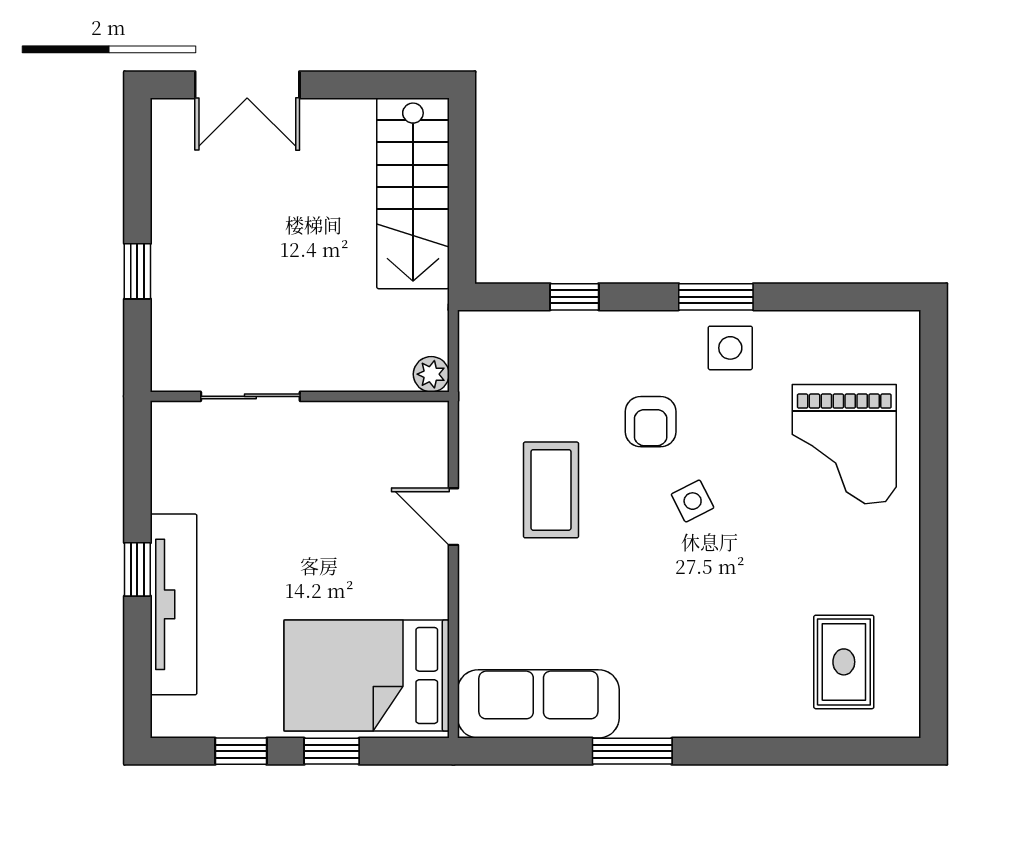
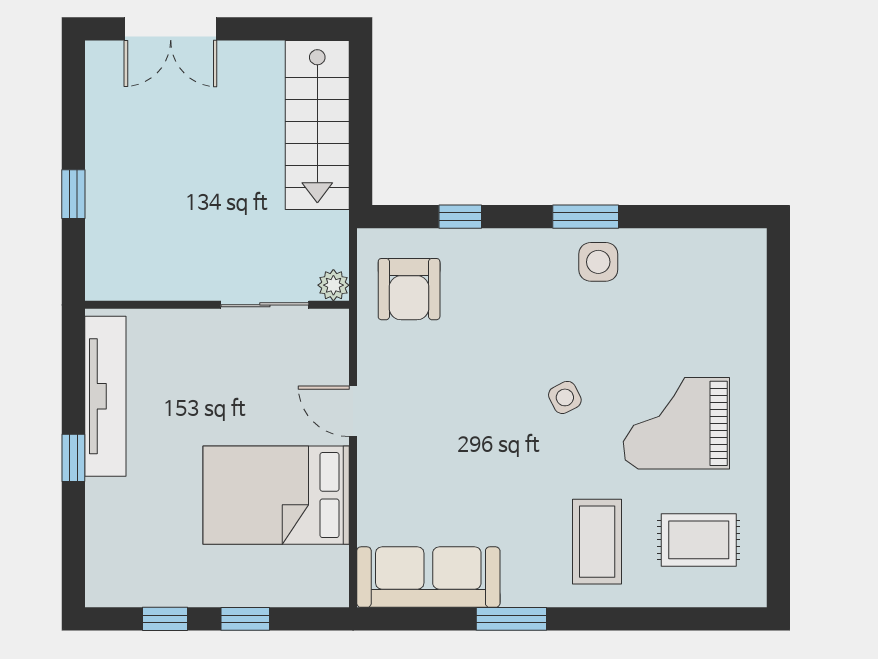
sliding door: (250, 396) -> (265, 305), moved
armchair: (651, 422) -> (409, 289), moved, width x1.38, depth x1.38
grand piano: (844, 444) -> (676, 423), moved, turned 90
coffee table: (551, 490) -> (597, 542), moved
tv unit: (174, 604) -> (105, 396), moved
rug: (844, 662) -> (699, 540), turned 90
bed: (367, 675) -> (276, 495), moved

